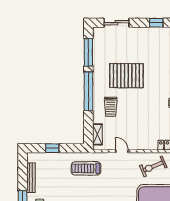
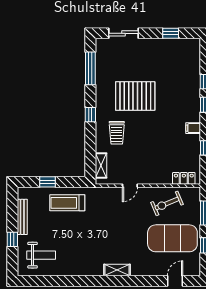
window: (88, 91) -> (90, 115), width x0.32
door: (122, 151) -> (130, 186), swing flipped
treadmill: (86, 168) -> (67, 203), moved

